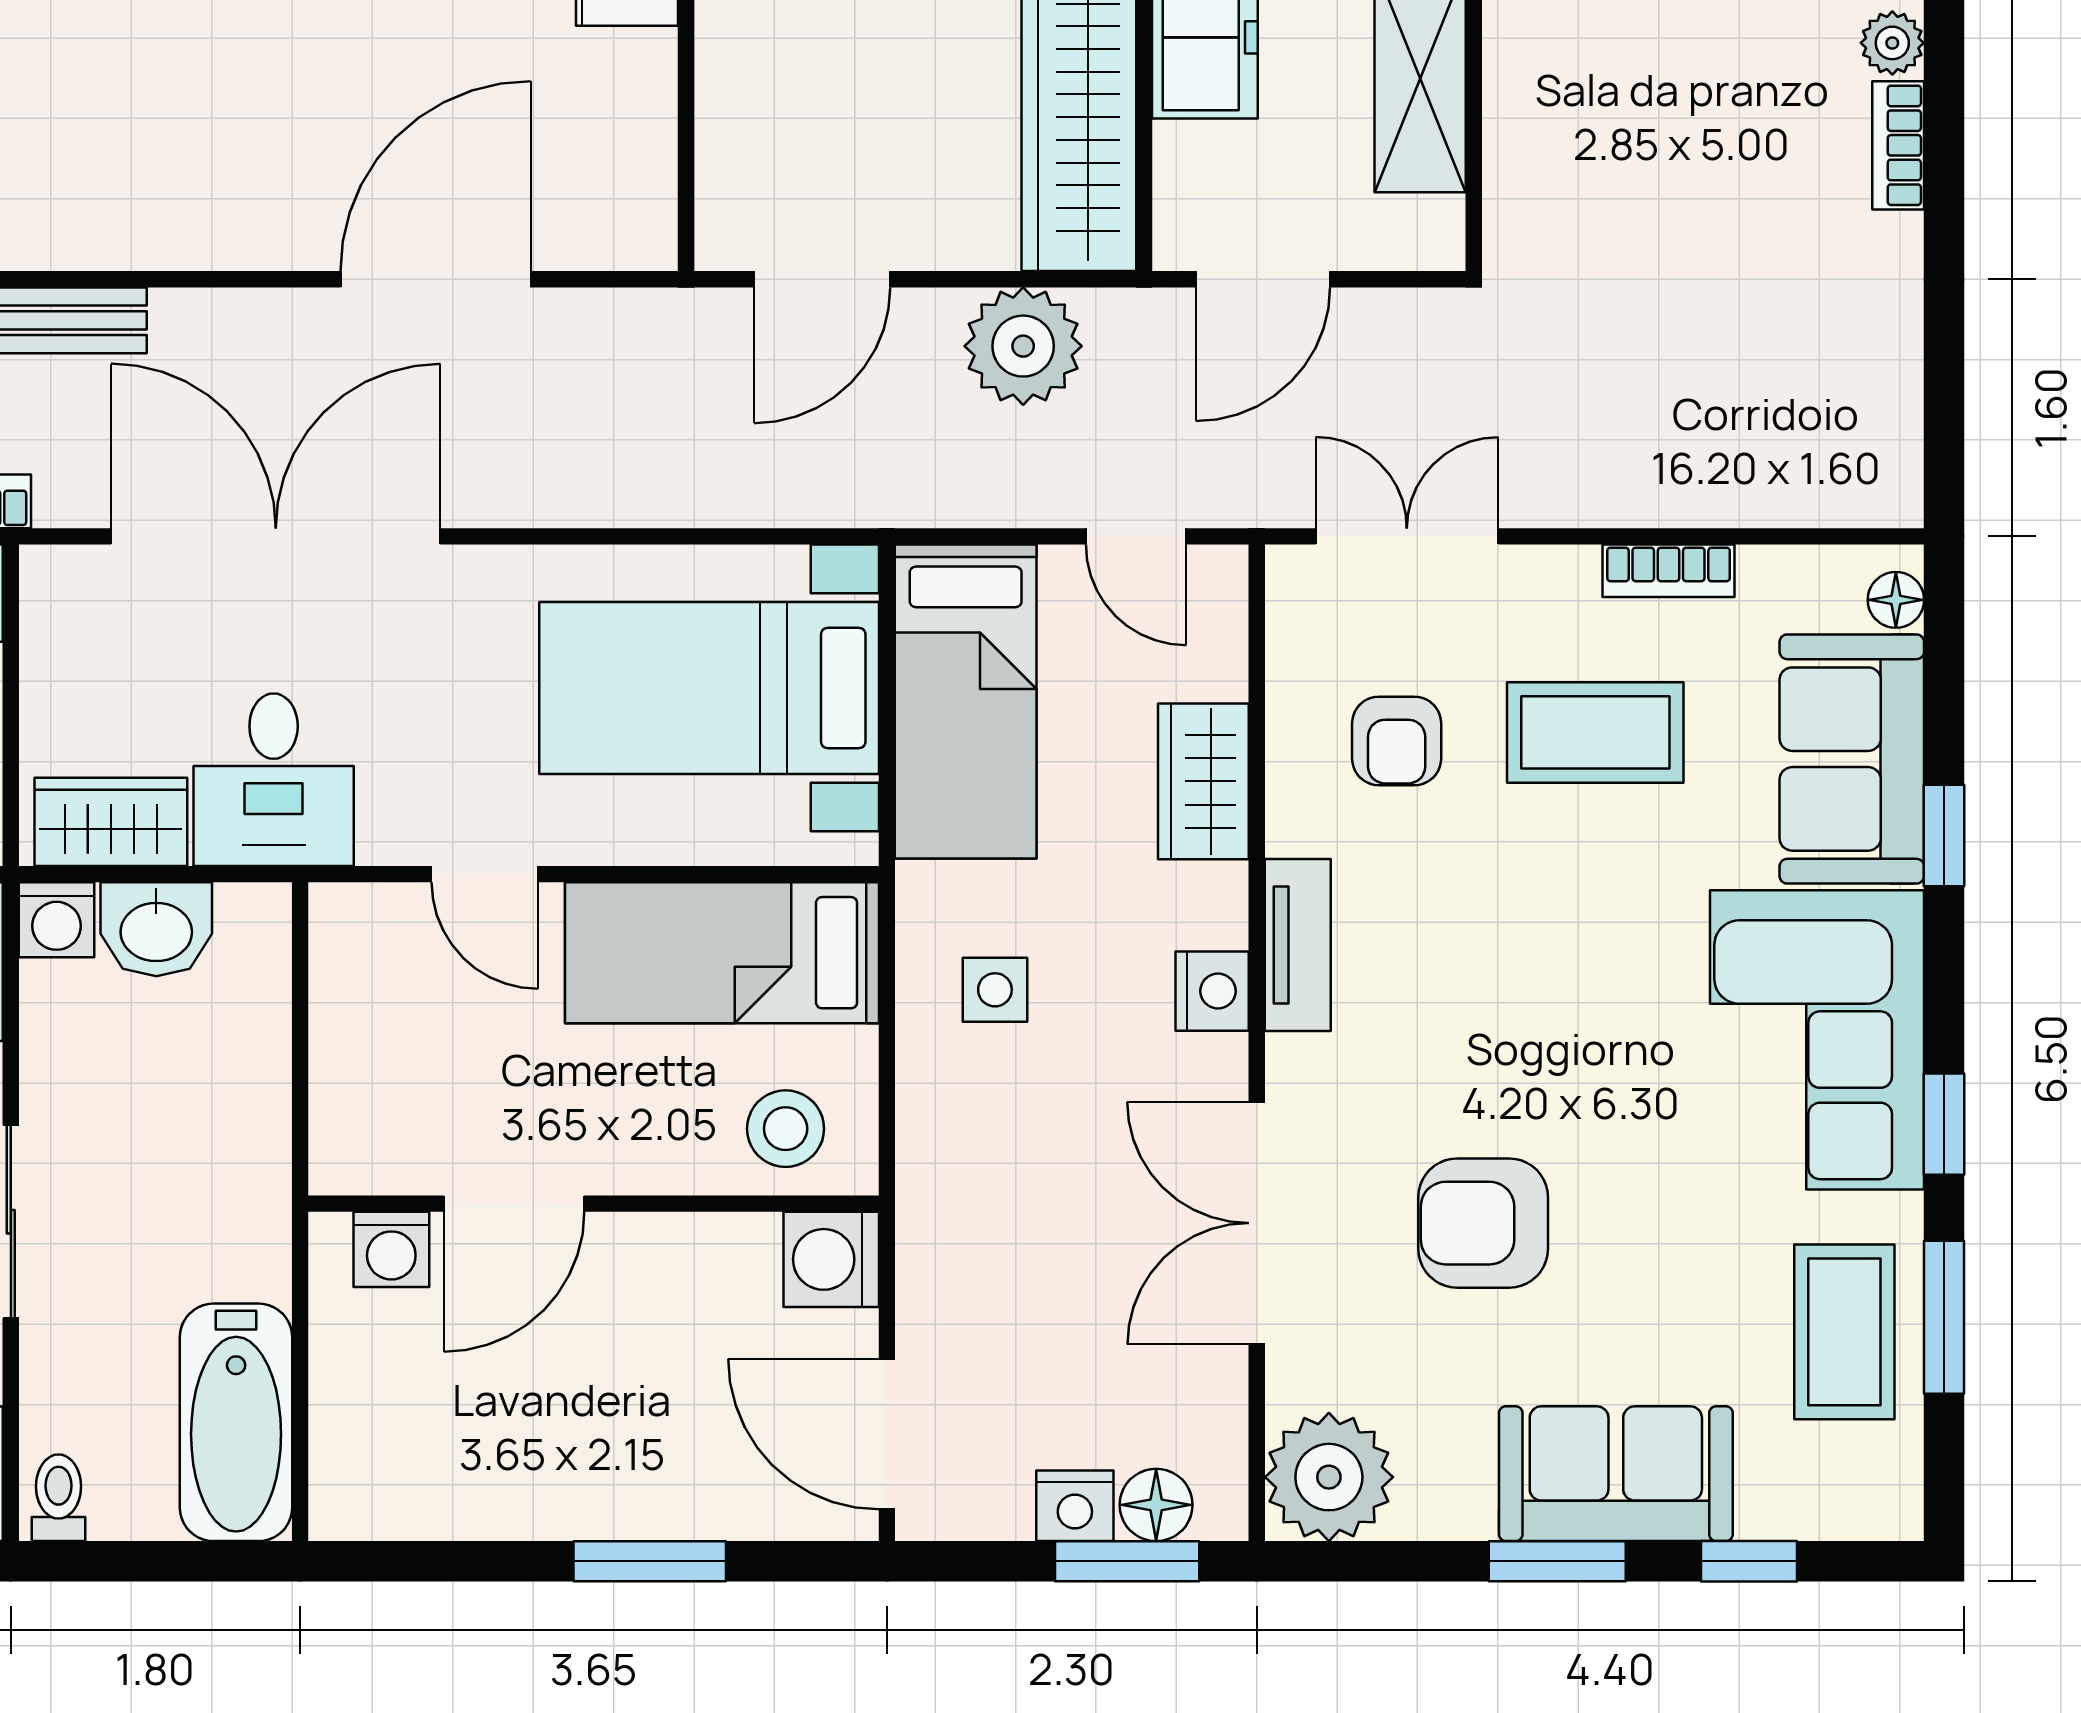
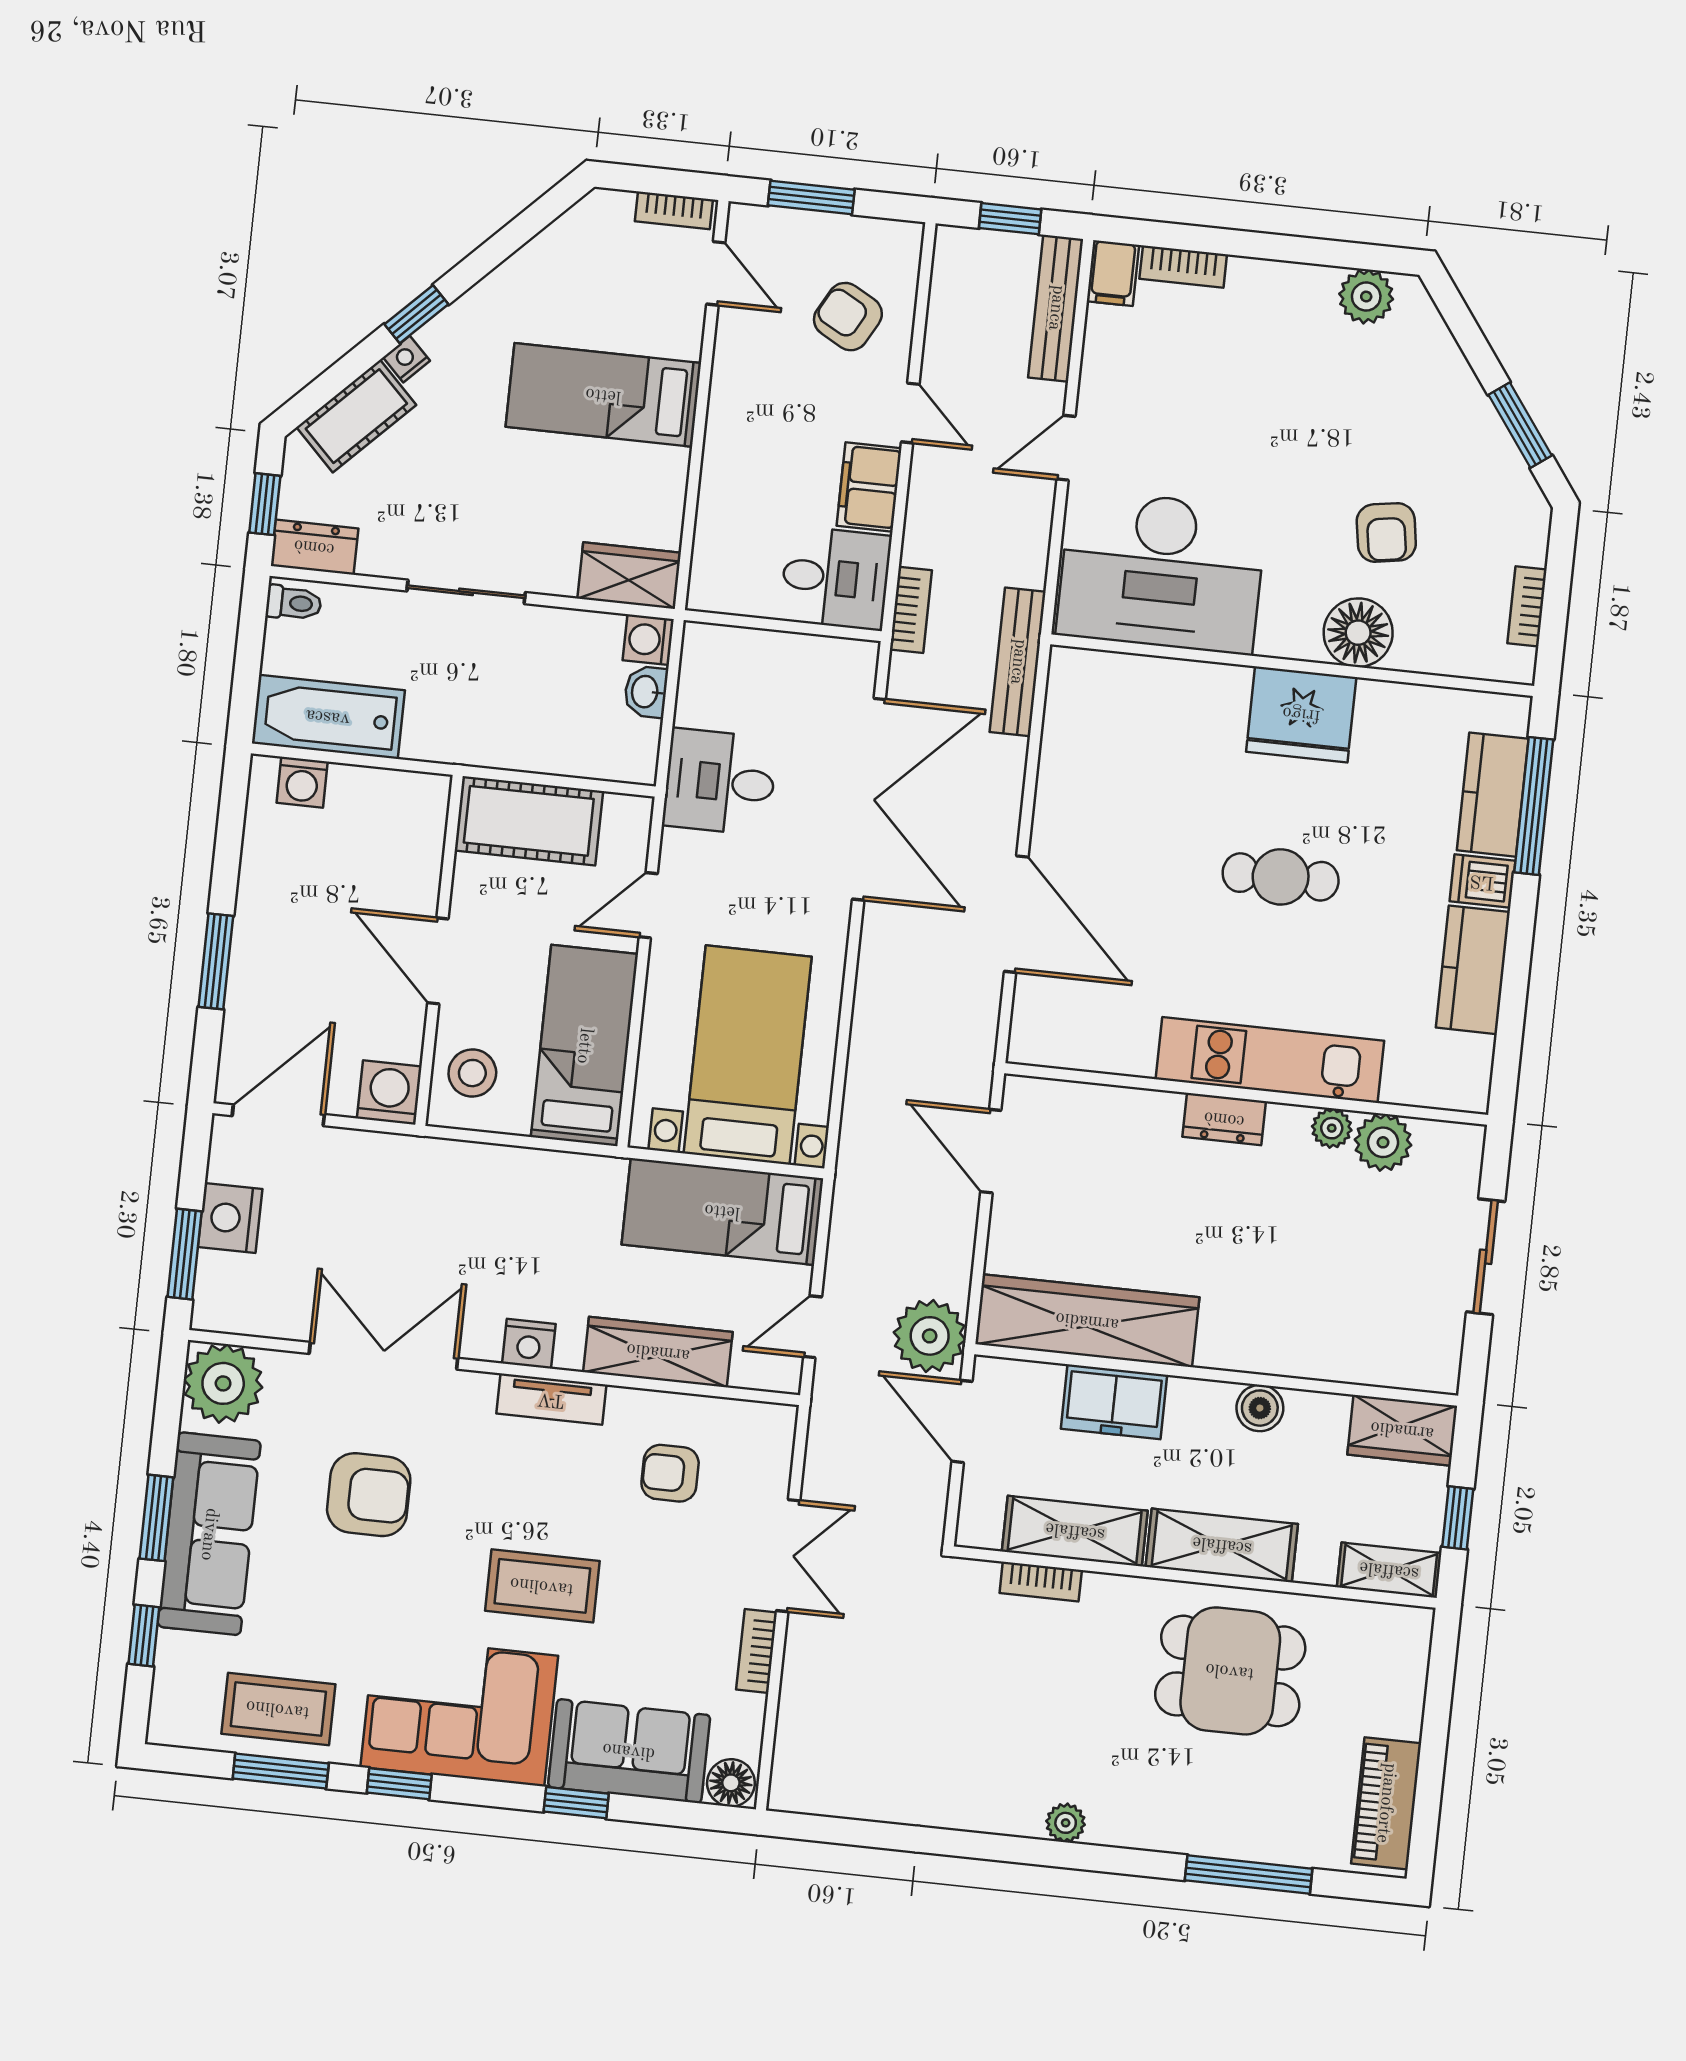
bookcase: (1898, 145) -> (1041, 1582), moved, turned 180
plant: (1023, 346) -> (930, 1336), moved
double door: (1407, 536) -> (788, 1556), moved
floor lamp: (1896, 600) -> (731, 1783), width x1.37, depth x1.37
coffee table: (1595, 732) -> (542, 1586), moved, turned 90
wardrobe: (1203, 781) -> (658, 1352), width x1.50
wardrobe: (111, 822) -> (705, 679), removed
washbasin: (156, 929) -> (646, 692), width x0.72, depth x0.69
side table: (995, 990) -> (544, 1211), removed
cot: (369, 1081) -> (529, 821), added
door: (514, 1204) -> (438, 961), moved
armchair: (1483, 1223) -> (369, 1495), turned 90
washing machine: (391, 1249) -> (302, 782), moved, turned -90
sofa: (1616, 1474) -> (209, 1534), width x1.36
floor lamp: (1156, 1505) -> (217, 1276), removed
nightstand: (1075, 1506) -> (230, 1218), width x1.36, depth x1.33

